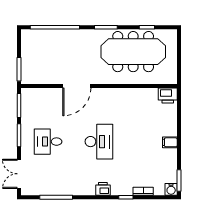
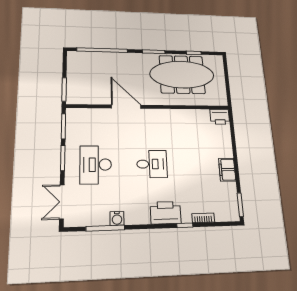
door: (77, 86) -> (126, 107), swing flipped
desk: (48, 142) -> (96, 165), width x1.37
desk: (99, 142) -> (152, 164), width x0.73
filing cabinet: (170, 142) -> (227, 170), width x2.00
printer: (103, 189) -> (166, 213), width x1.87, depth x1.48
water cooler: (171, 189) -> (117, 218), moved

